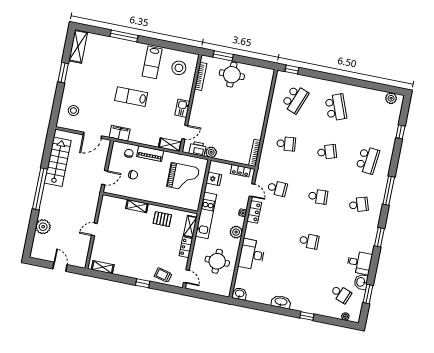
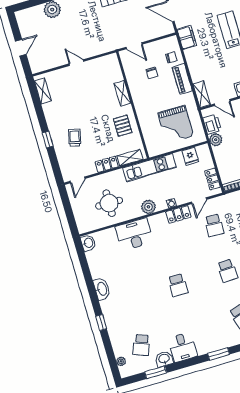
trolley: (163, 275) -> (75, 138), moved

